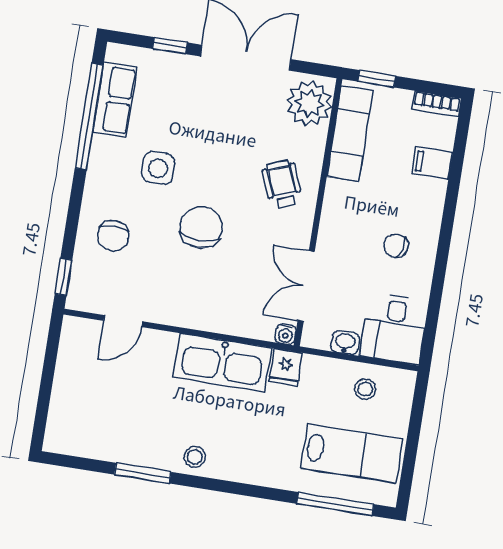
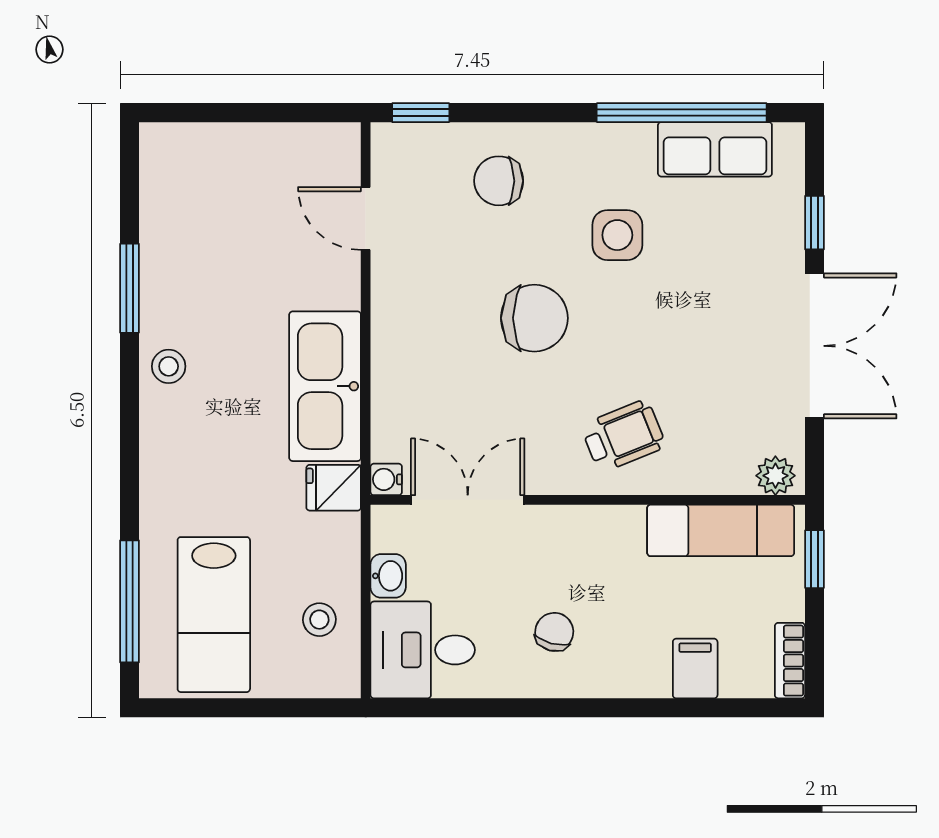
plant: (309, 103) -> (775, 476), width x0.53, depth x0.53

